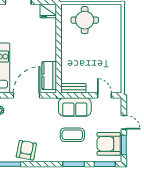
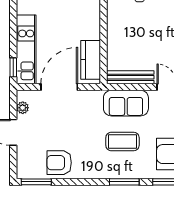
bench: (73, 88) -> (130, 77), width x1.36
armchair: (26, 150) -> (59, 163), turned -101

